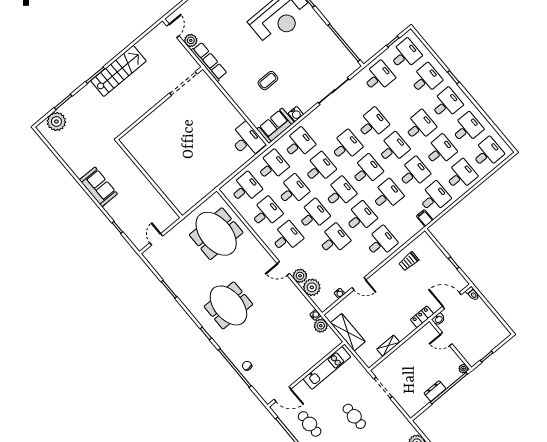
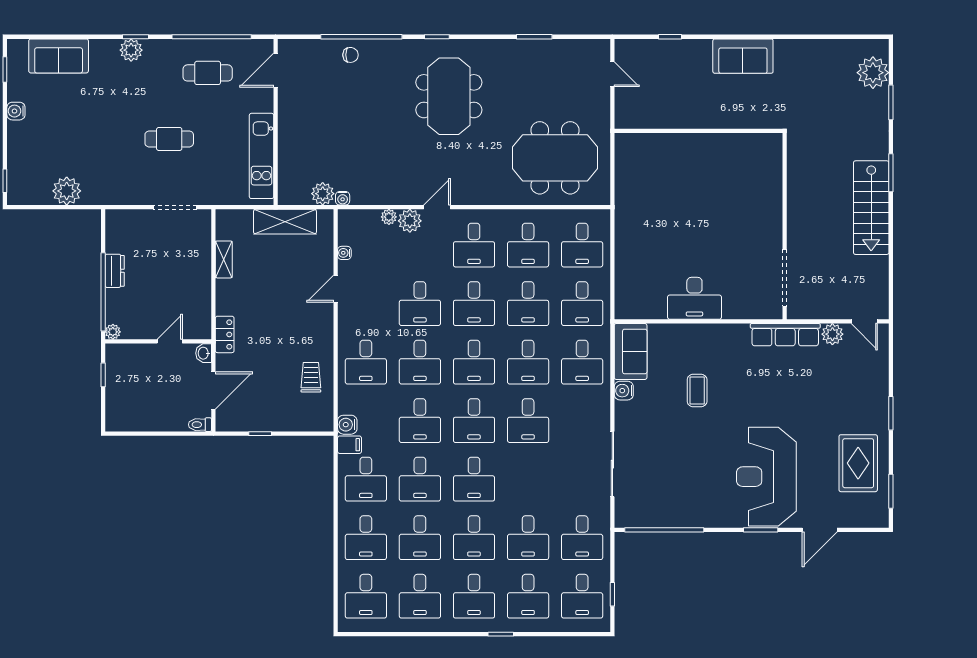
desk: (372, 124) -> (528, 538), moved
desk: (247, 140) -> (694, 298), moved
water cooler: (416, 227) -> (347, 425), added
plant: (312, 287) -> (389, 217), width x0.53, depth x0.53
meeting table: (228, 305) -> (449, 96), turned 90

